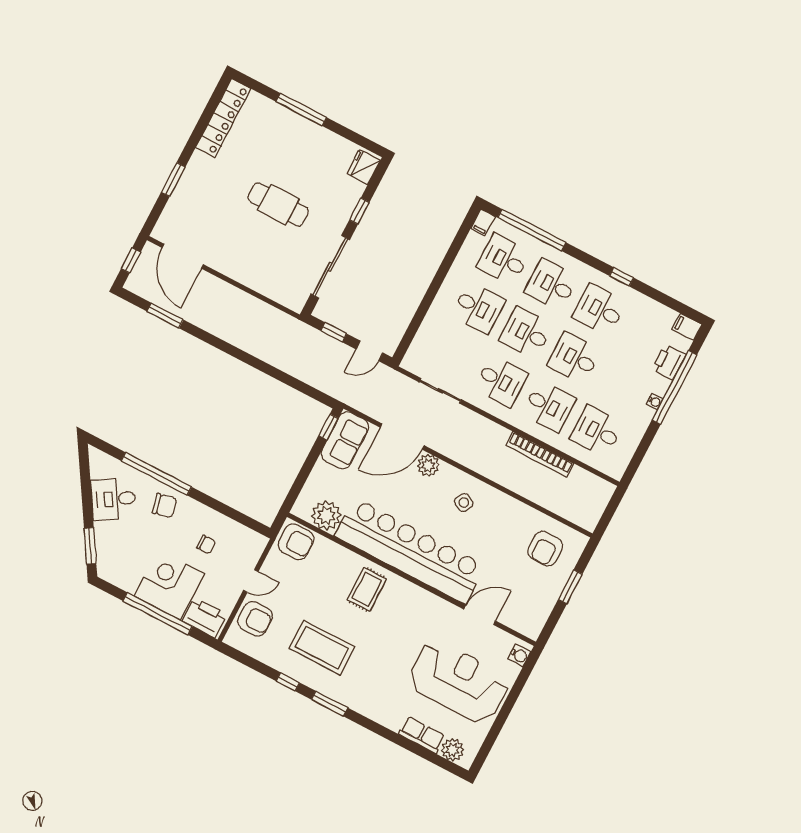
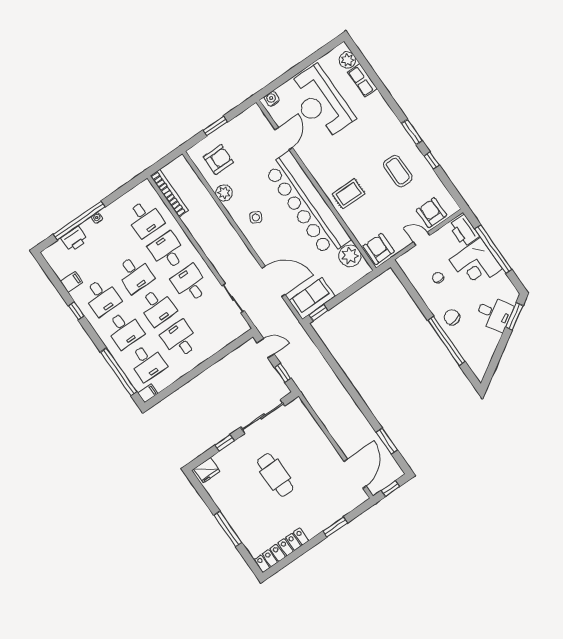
filing cabinet: (687, 327) -> (72, 282), moved, turned -90
bookcase: (540, 454) -> (169, 193), moved
plant: (428, 465) -> (224, 193), moved
desk: (113, 499) -> (494, 314), moved
door: (480, 615) -> (284, 139), swing flipped
coffee table: (322, 648) -> (398, 171), width x0.73, depth x0.76

